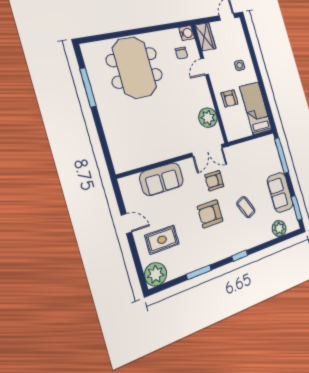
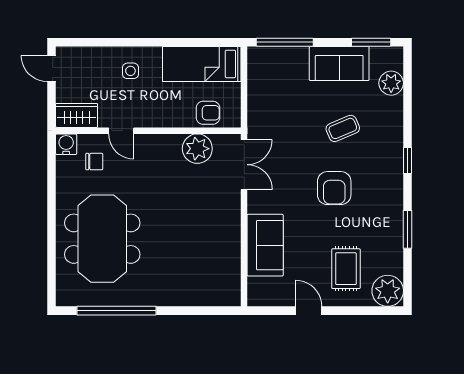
meeting table: (135, 68) -> (102, 239), turned 90
window: (88, 87) -> (117, 311), width x1.46
armchair: (230, 98) -> (208, 113), moved
armchair: (214, 181) -> (290, 167), removed
door: (126, 224) -> (309, 311), hinge flipped

